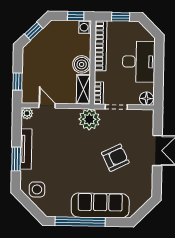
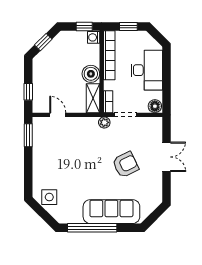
plant: (27, 113) -> (38, 123), removed
plant: (89, 119) -> (104, 122), width x0.53, depth x0.53
tv unit: (26, 149) -> (38, 158), removed
window: (16, 159) -> (28, 135), moved

